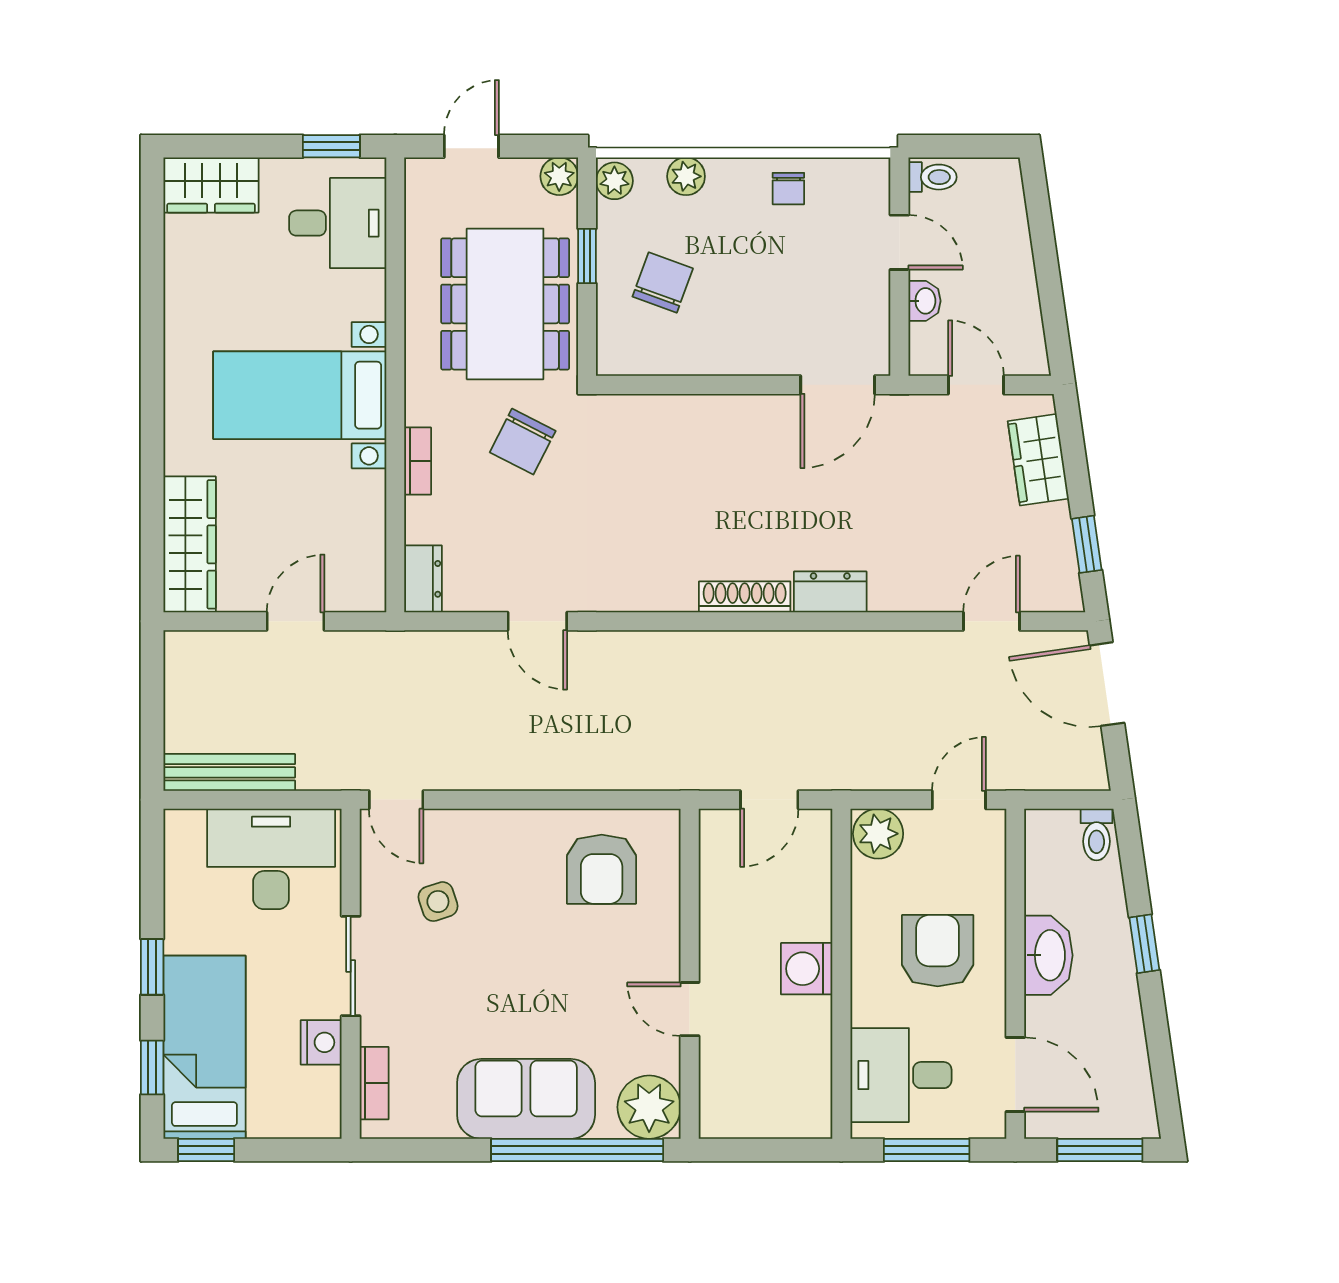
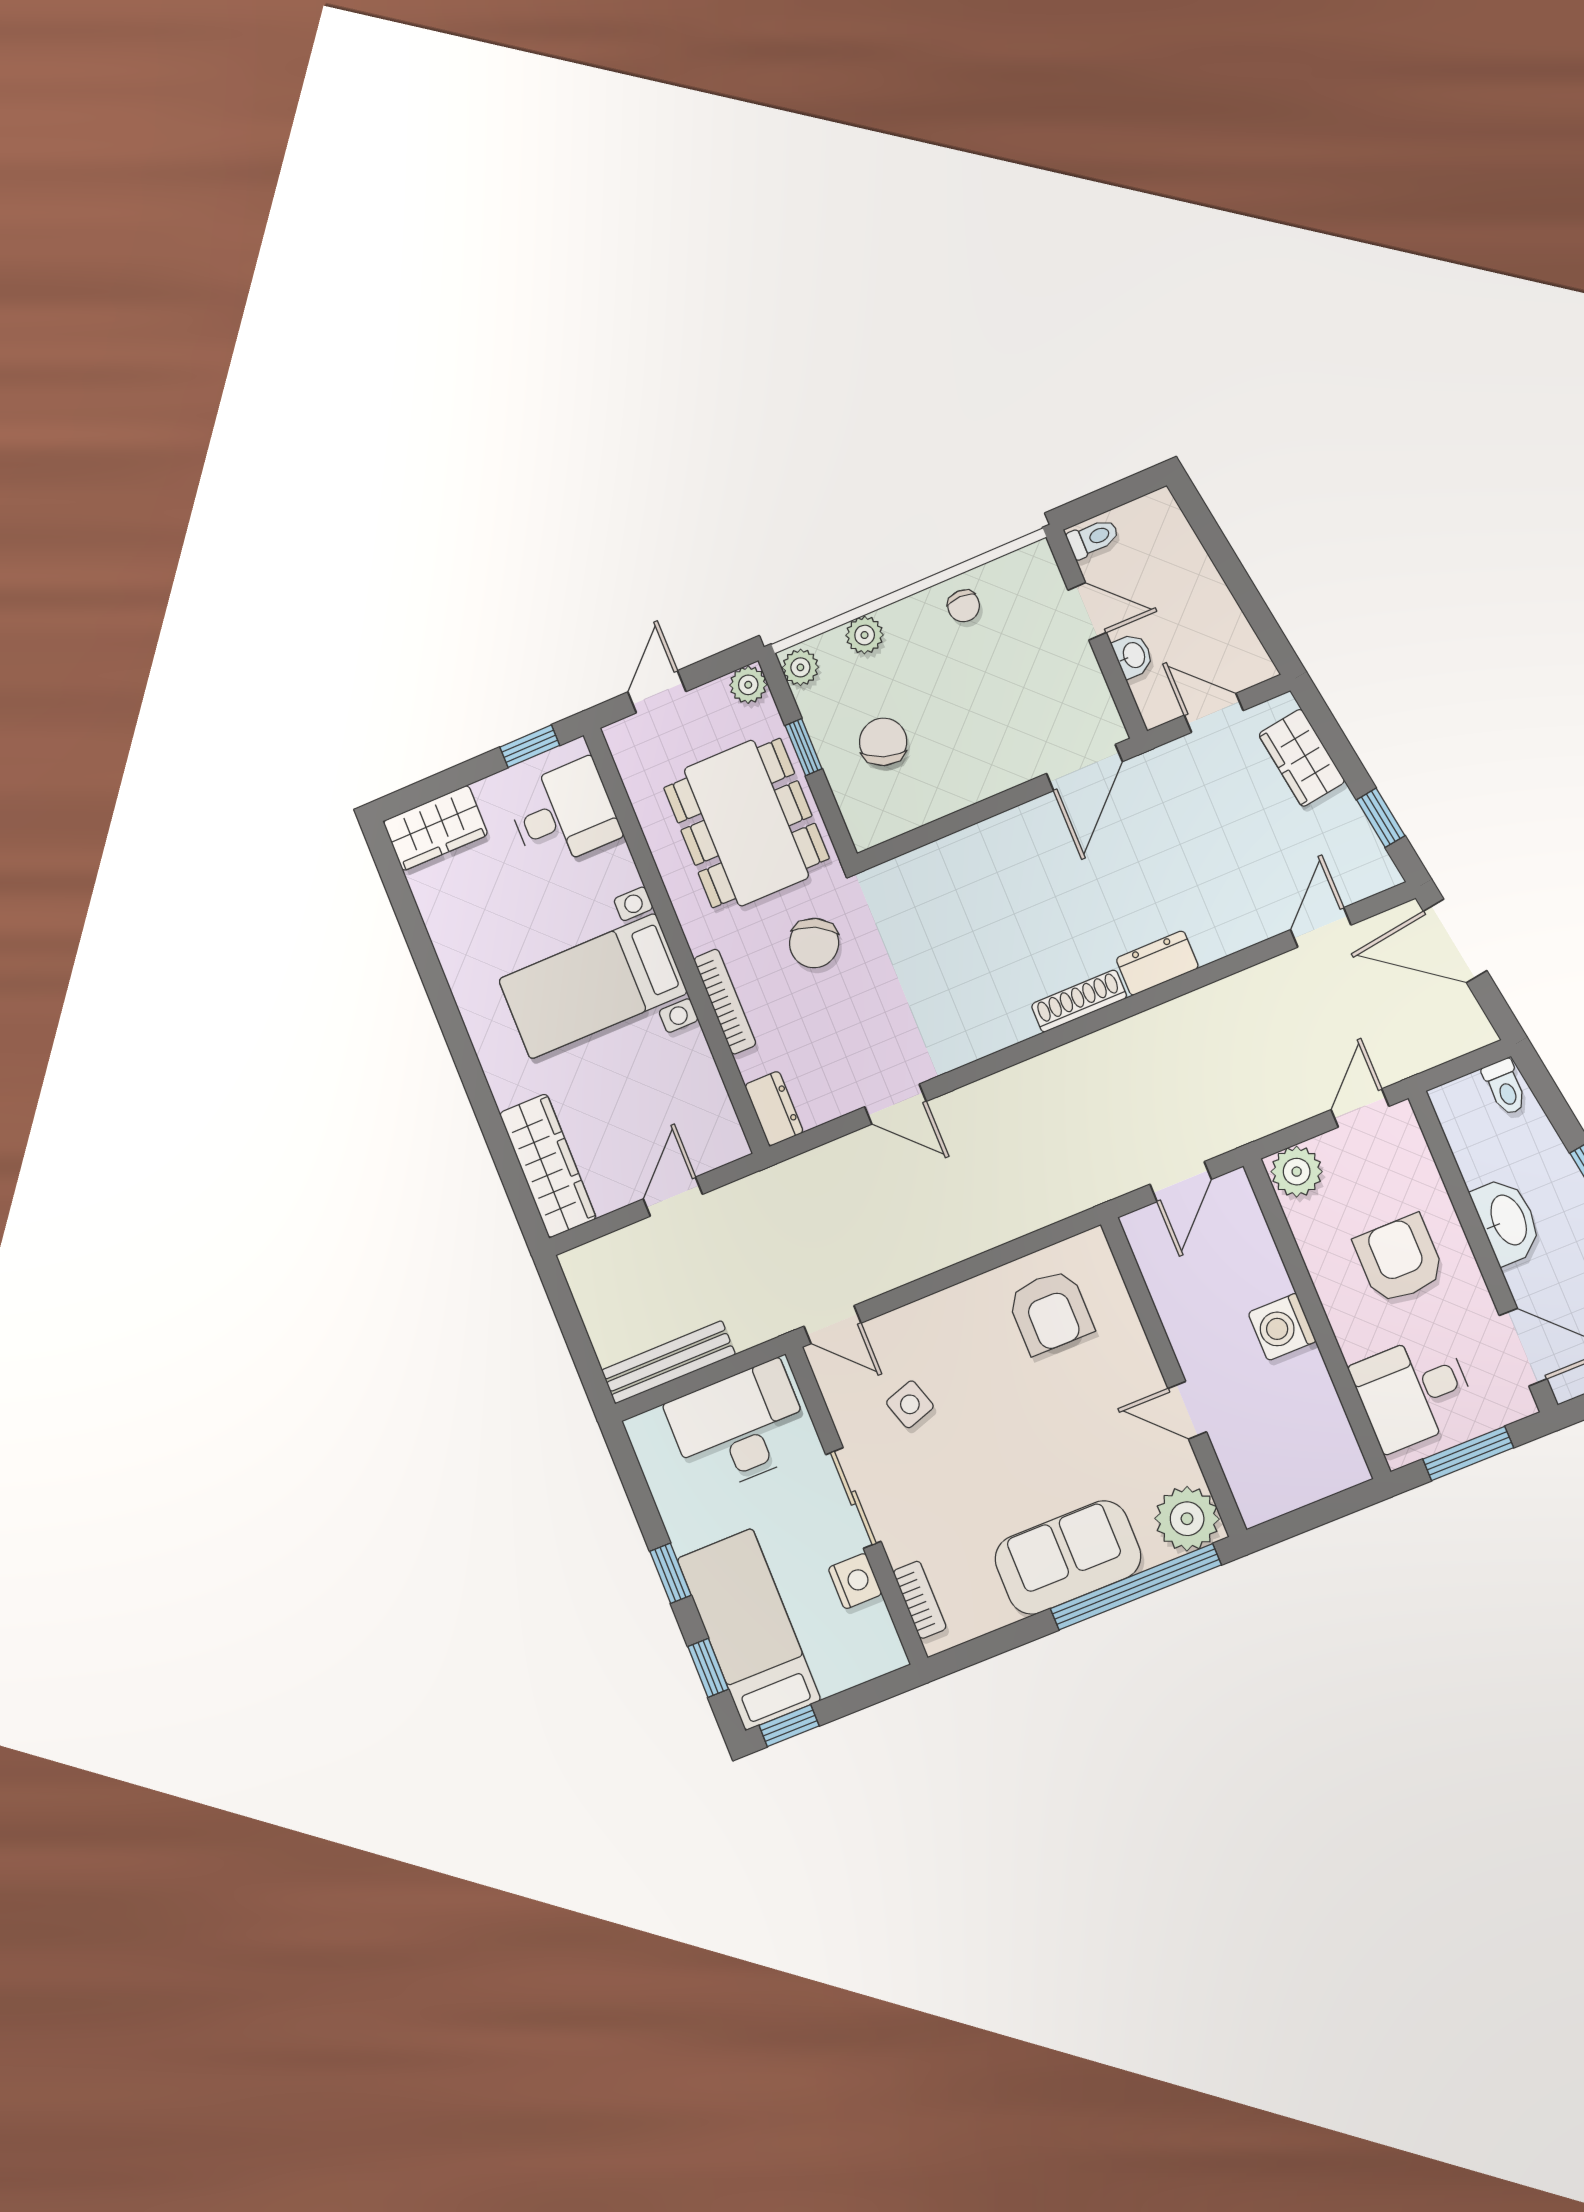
bookcase: (418, 461) -> (725, 1002), width x1.56

